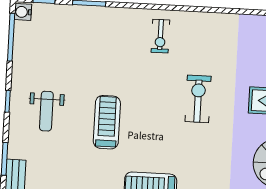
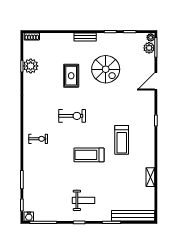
exercise bike: (198, 99) -> (72, 116), turned 180
treadmill: (107, 122) -> (89, 155), moved

